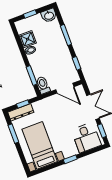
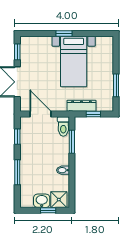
washbasin: (49, 15) -> (42, 201), moved
shower: (28, 39) -> (59, 200), moved
dresser: (21, 112) -> (81, 106), moved
desk: (86, 138) -> (37, 51), removed
bed with nightstands: (40, 145) -> (74, 62), moved

